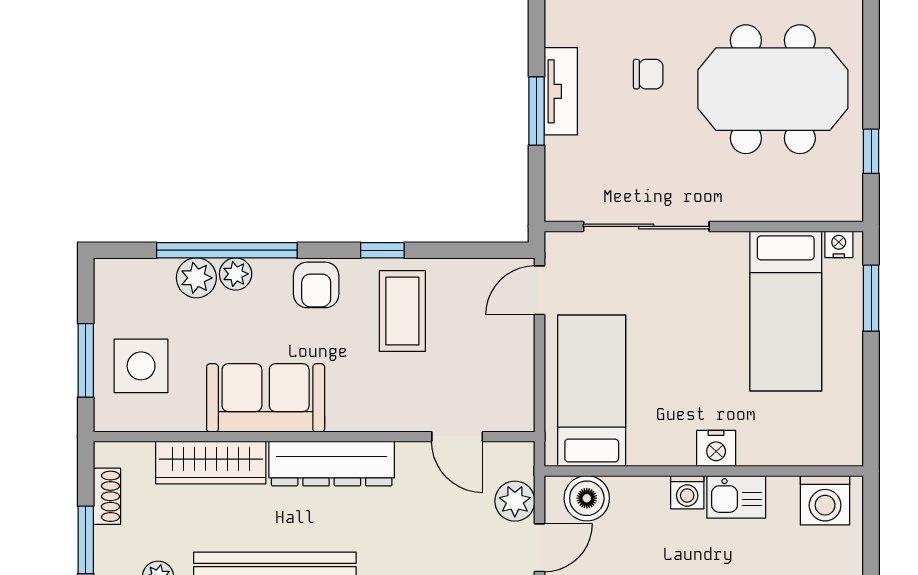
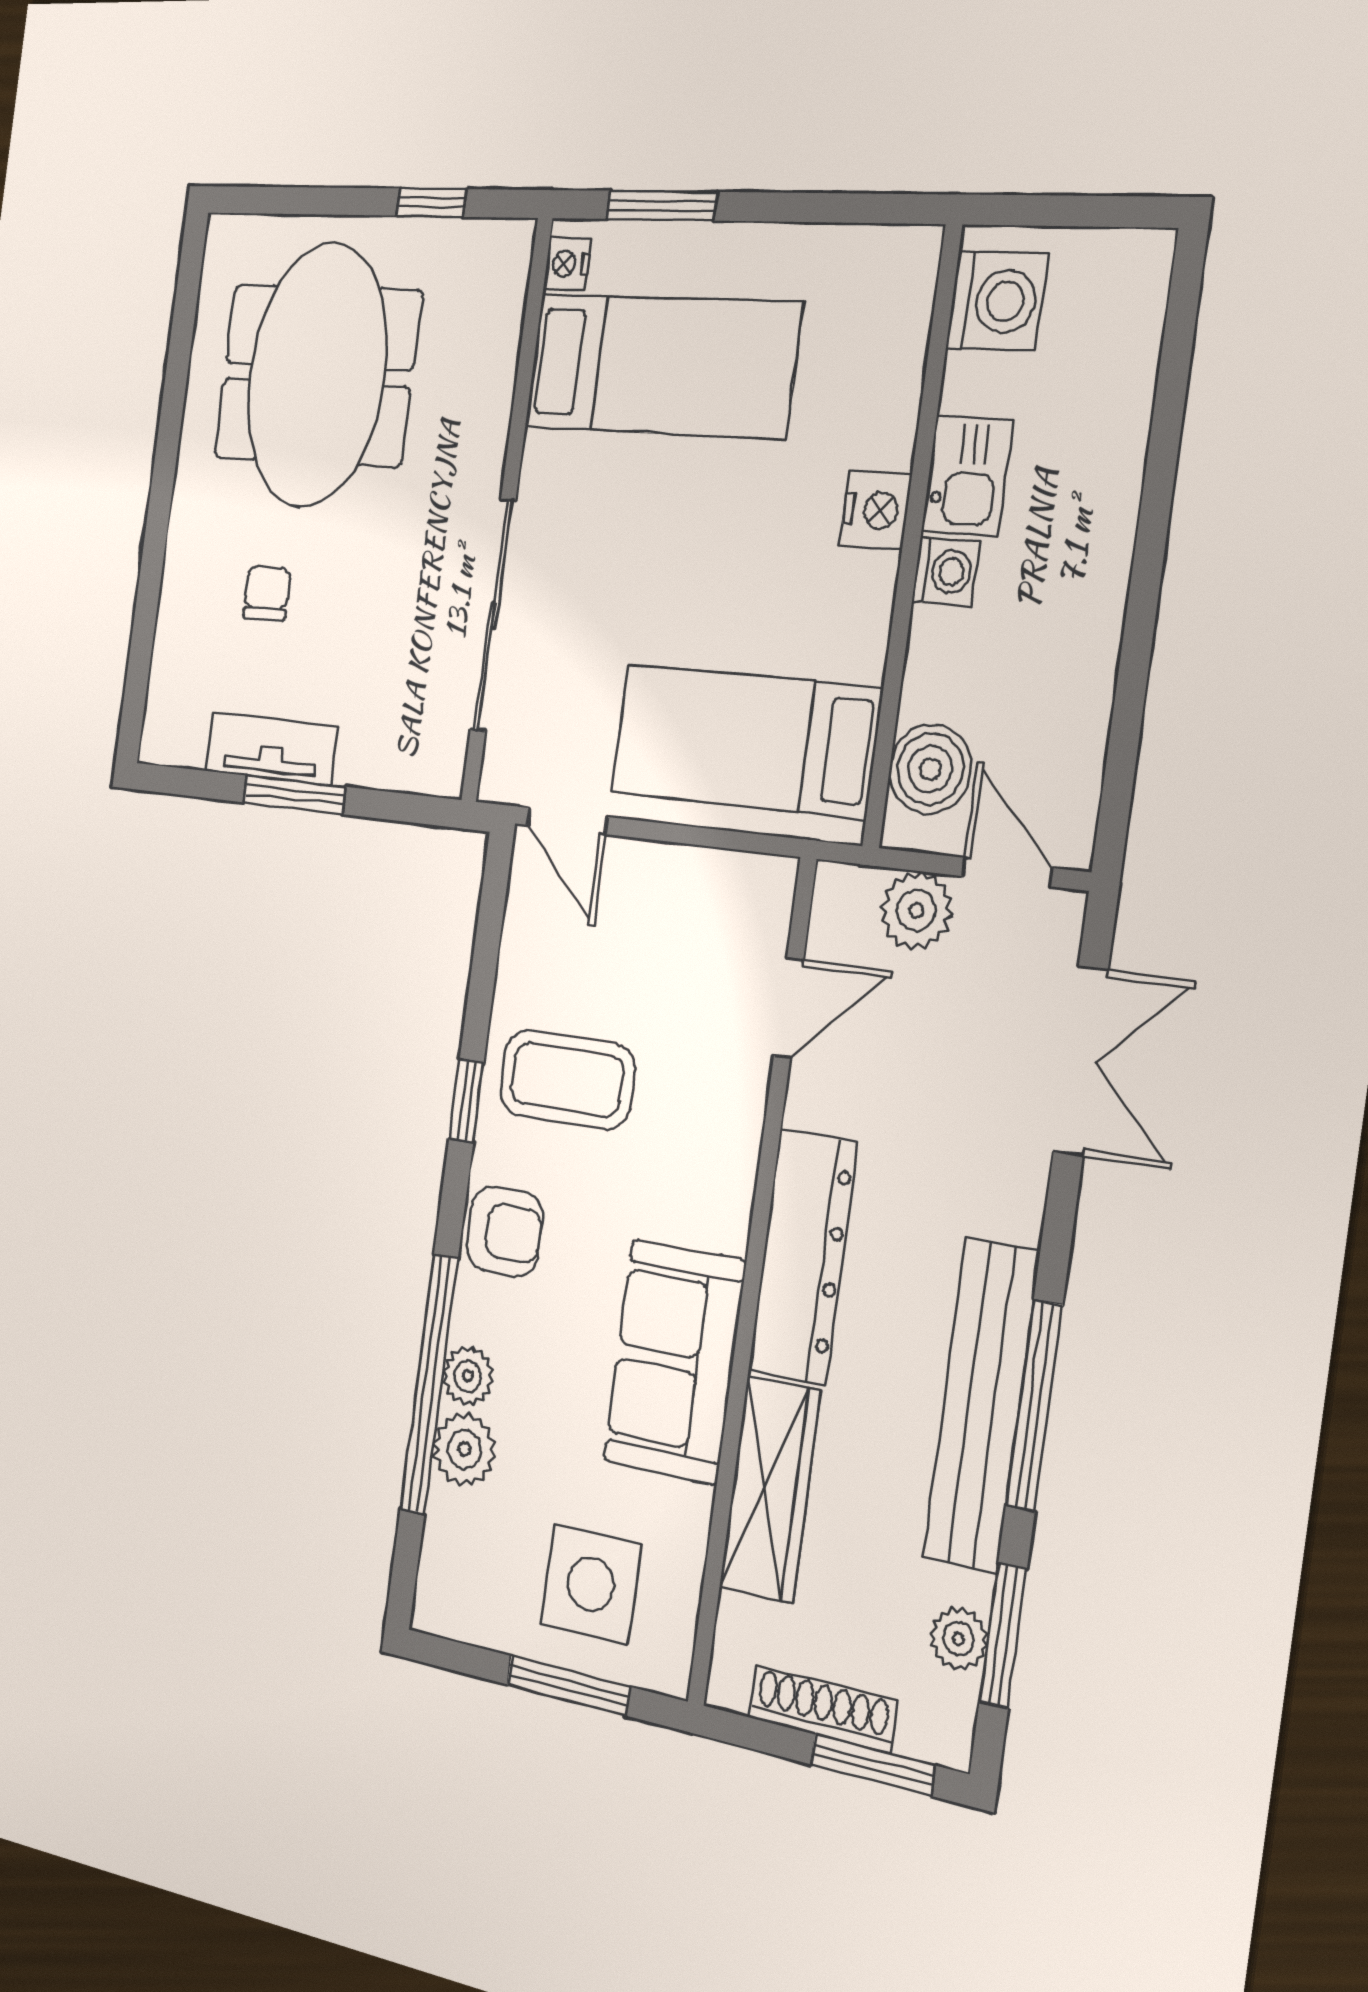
shoe rack: (107, 496) -> (822, 1709), width x1.43

